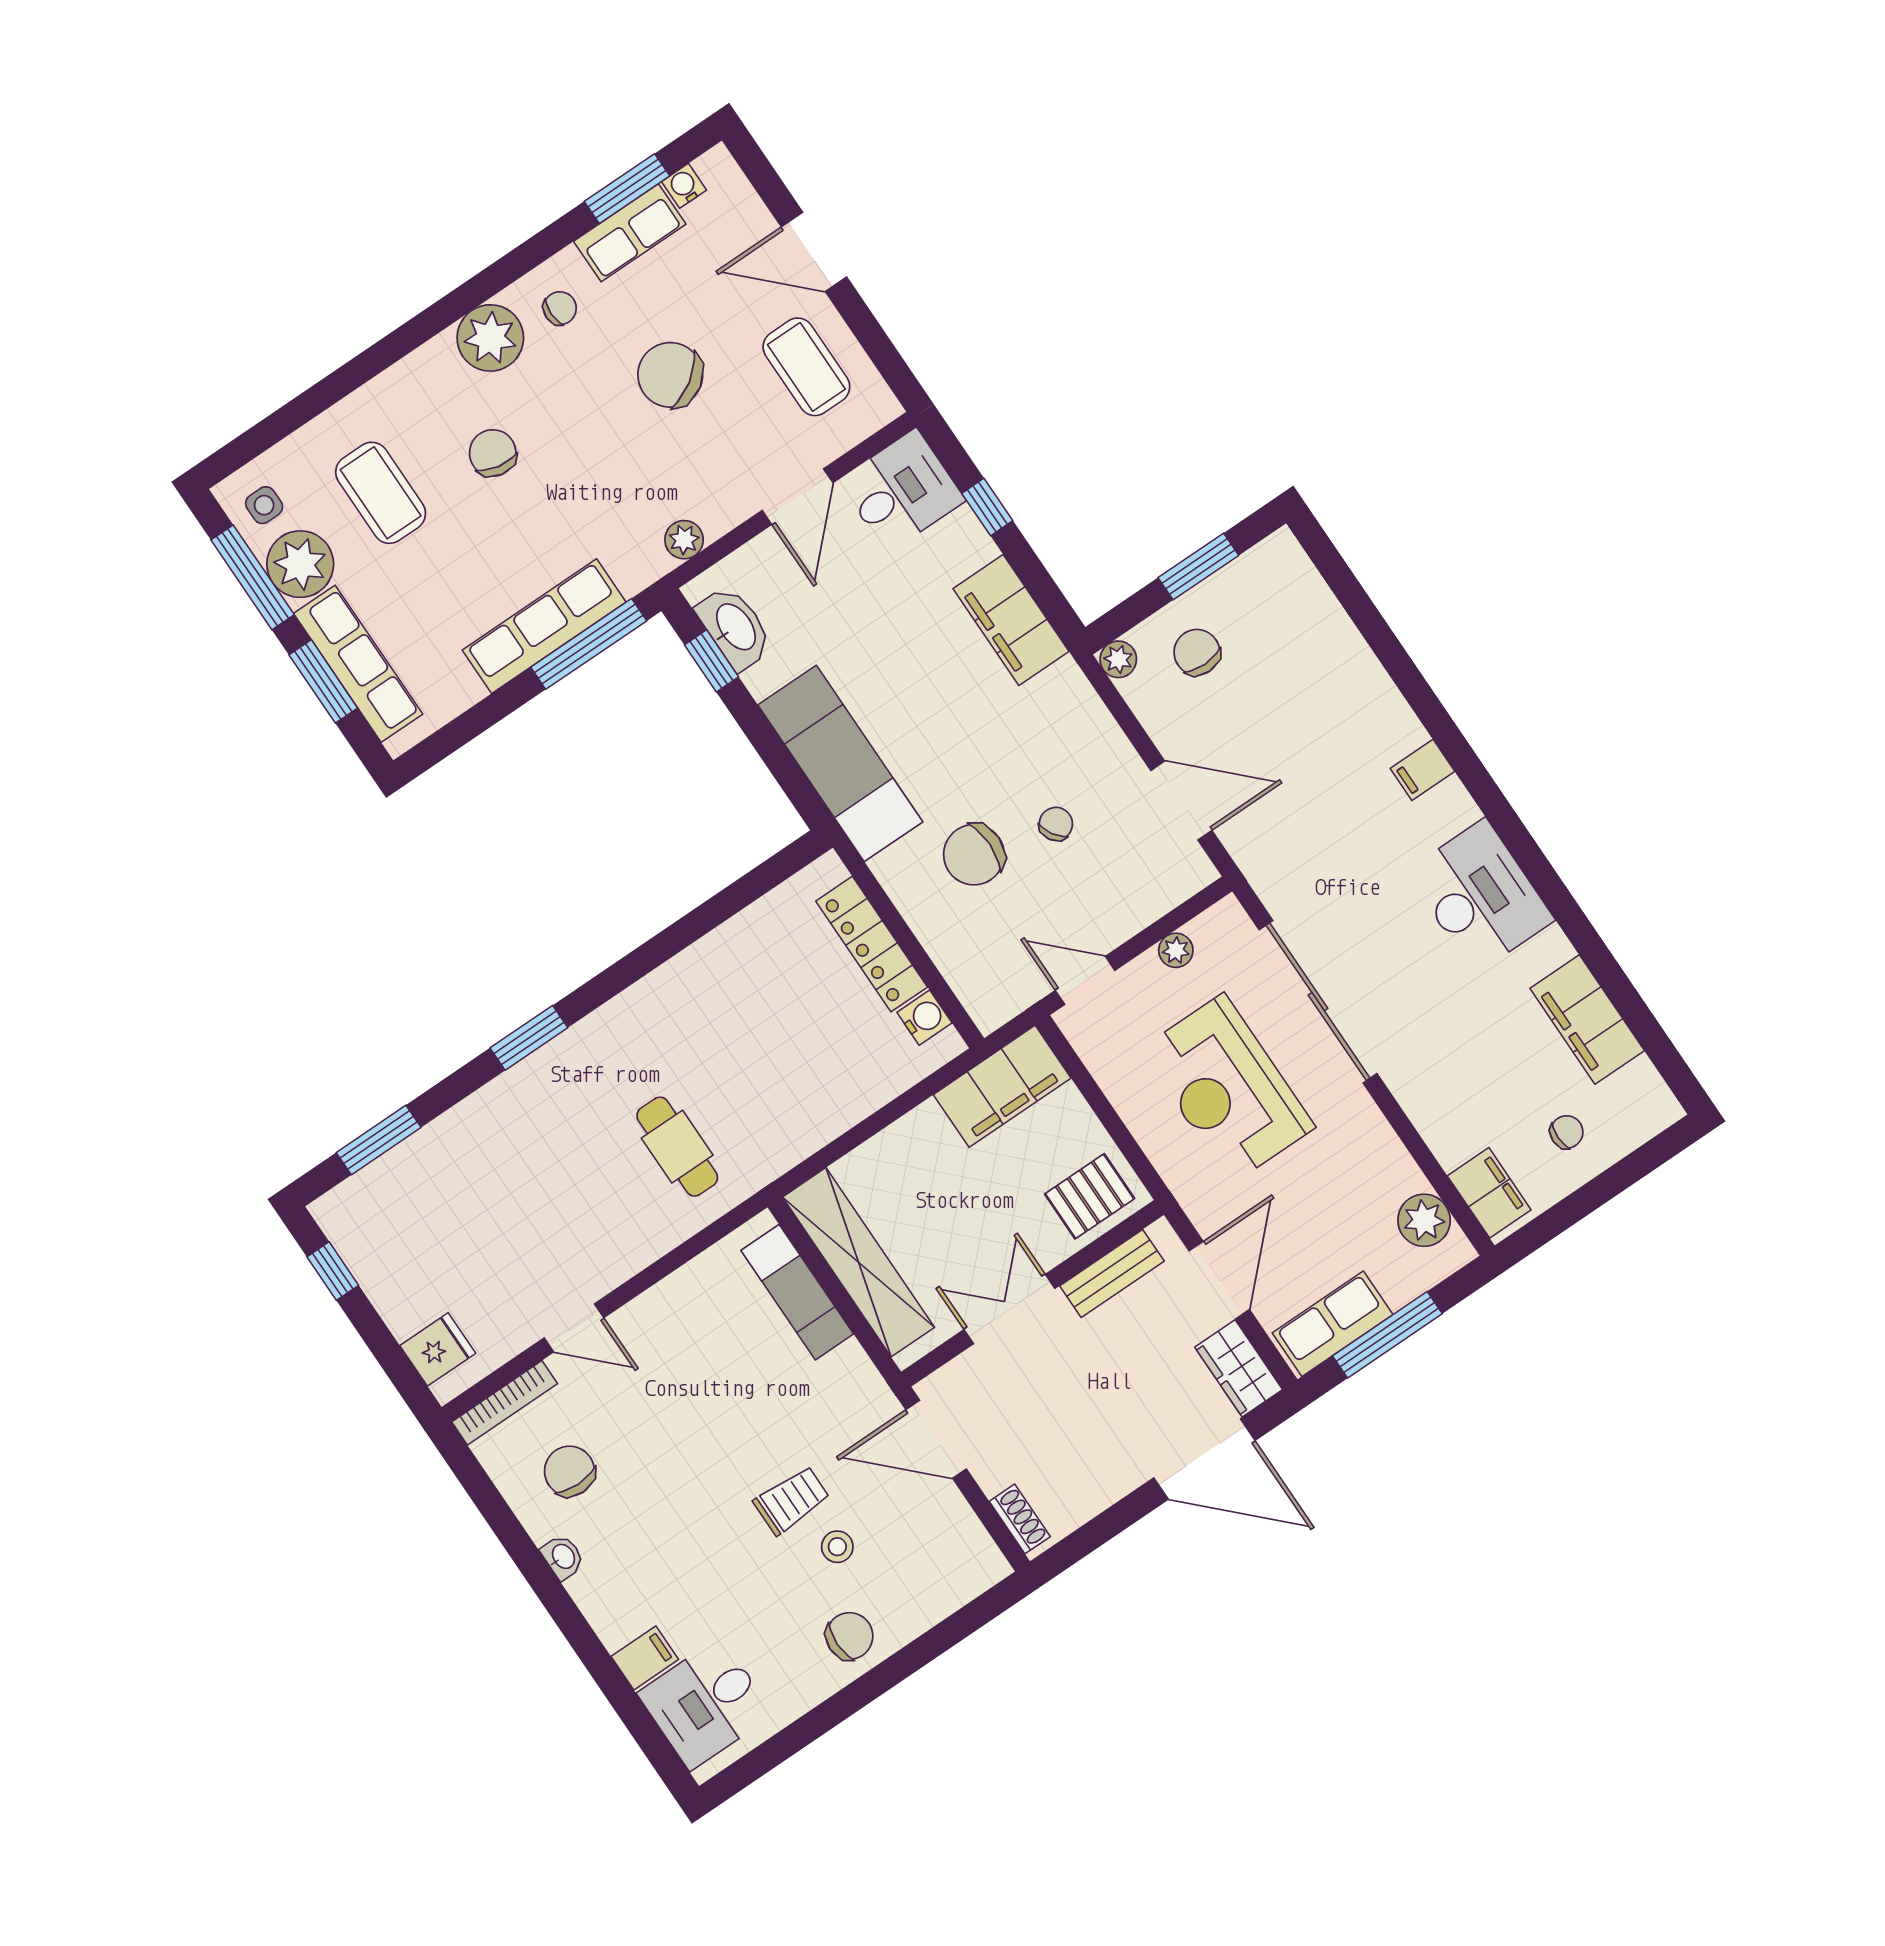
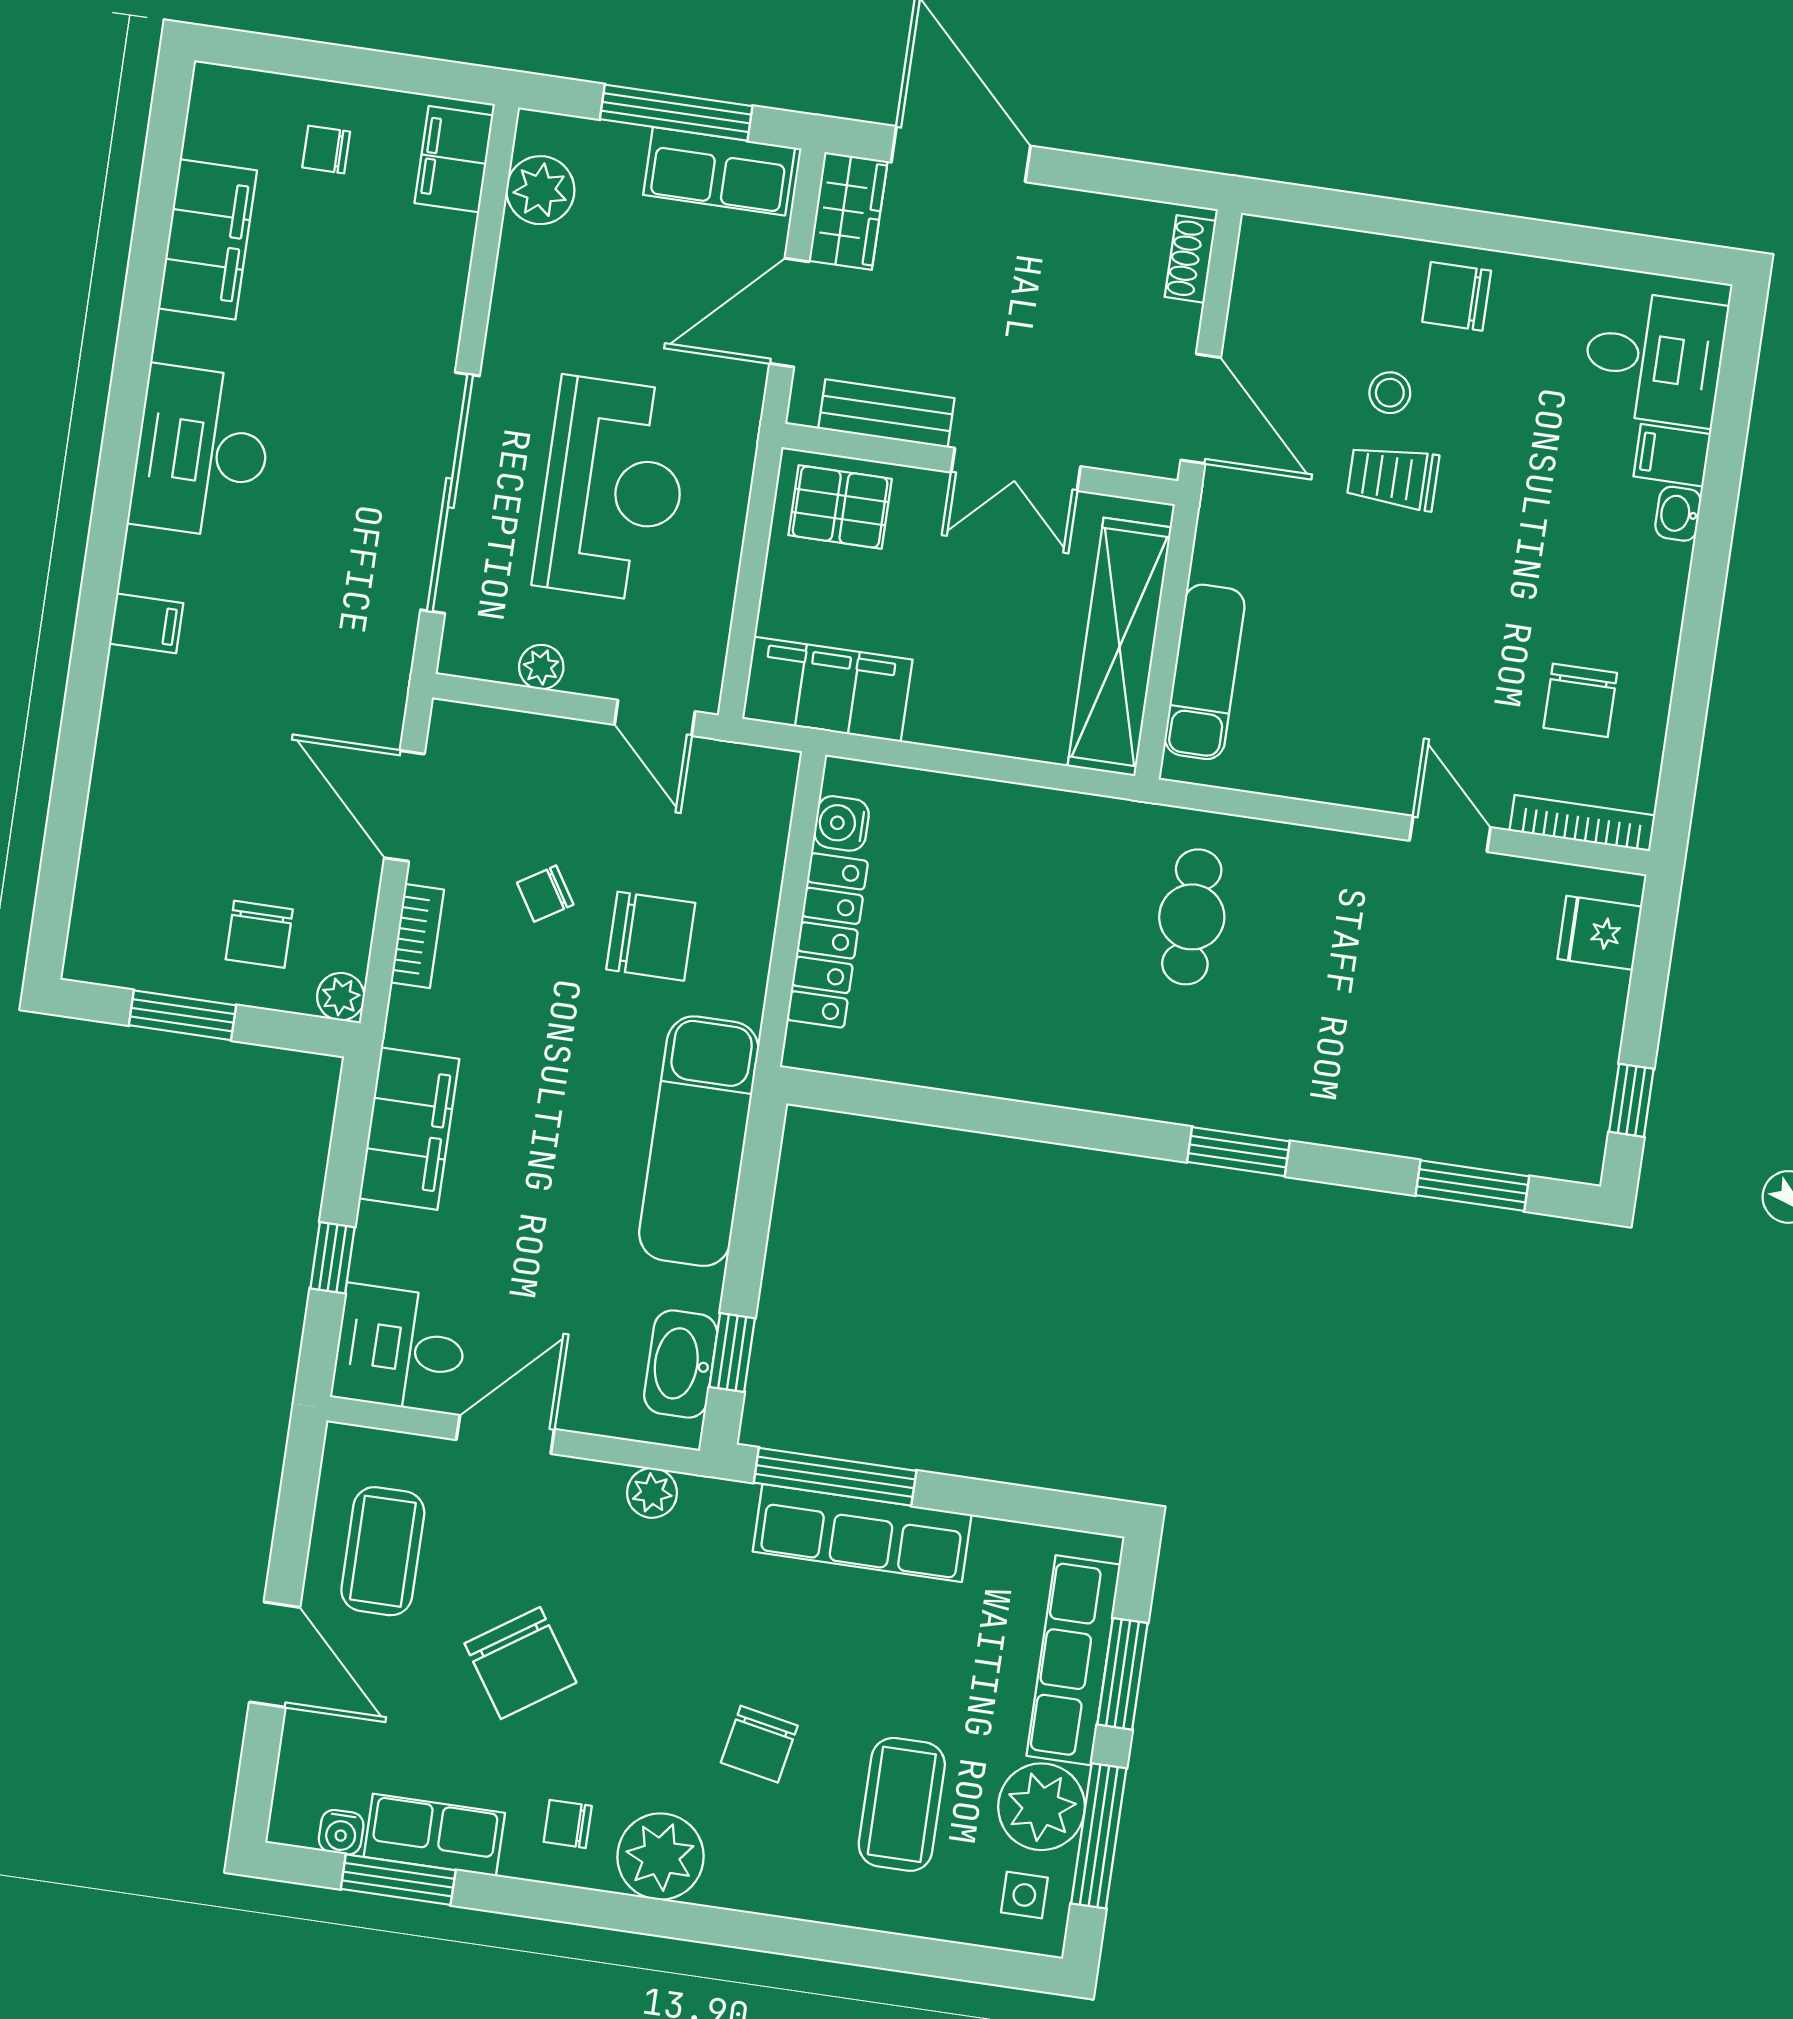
bookcase: (1106, 733) -> (417, 936), added
washbasin: (563, 1557) -> (1678, 514), moved

